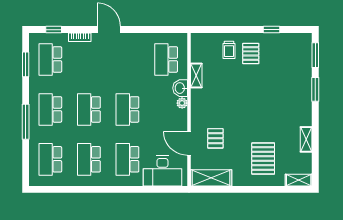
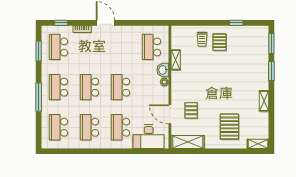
shelving: (306, 139) -> (264, 101), moved

